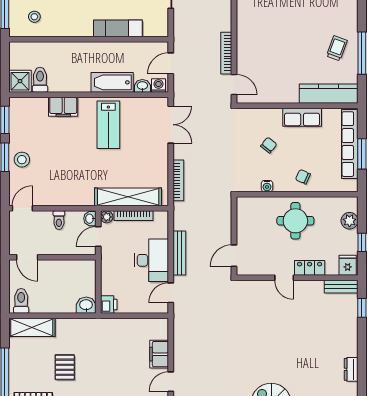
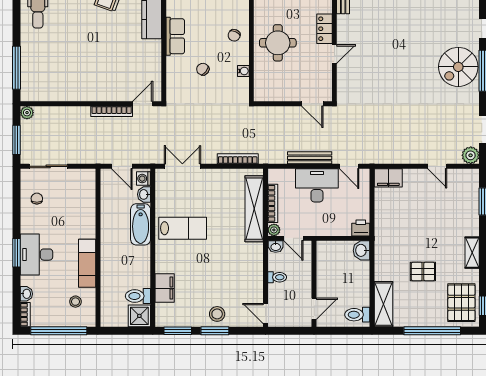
exam couch: (118, 28) -> (87, 263), moved
filing cabinet: (63, 107) -> (165, 288), moved
filing cabinet: (159, 354) -> (388, 178), moved

